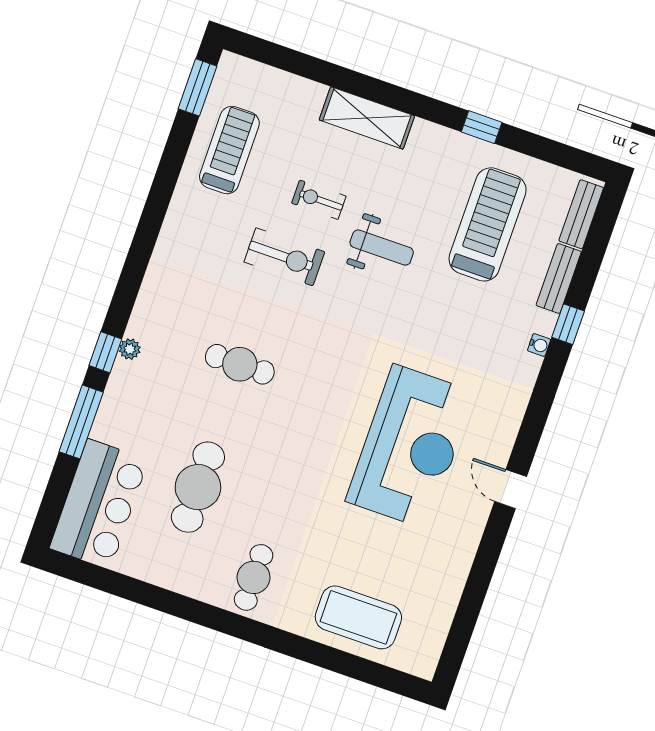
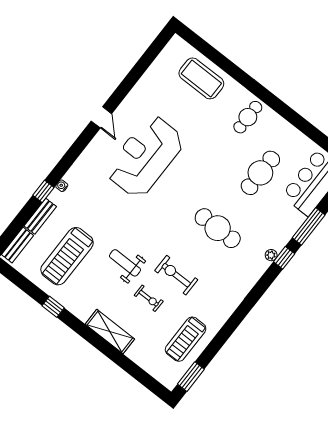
cafe table: (240, 364) -> (218, 228), width x1.37, depth x1.35

